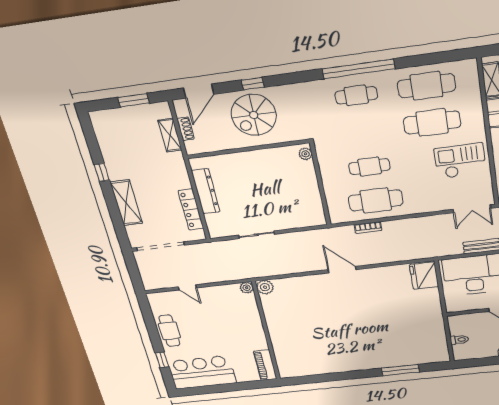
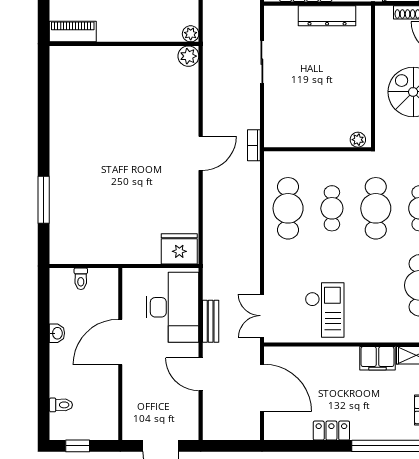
cafe table: (432, 122) -> (376, 208), moved
bookcase: (368, 228) -> (254, 145), moved

